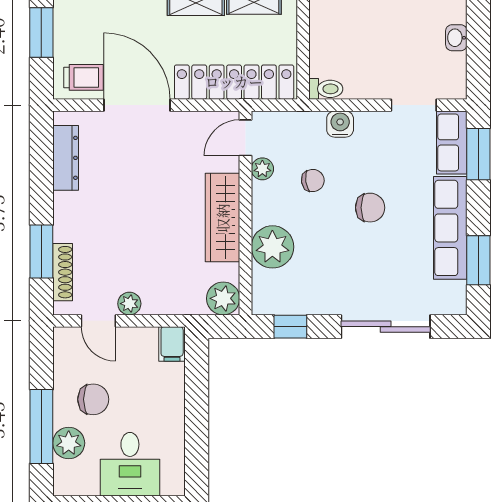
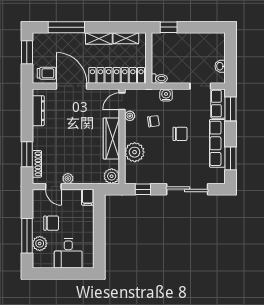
washbasin: (456, 38) -> (220, 66), moved

